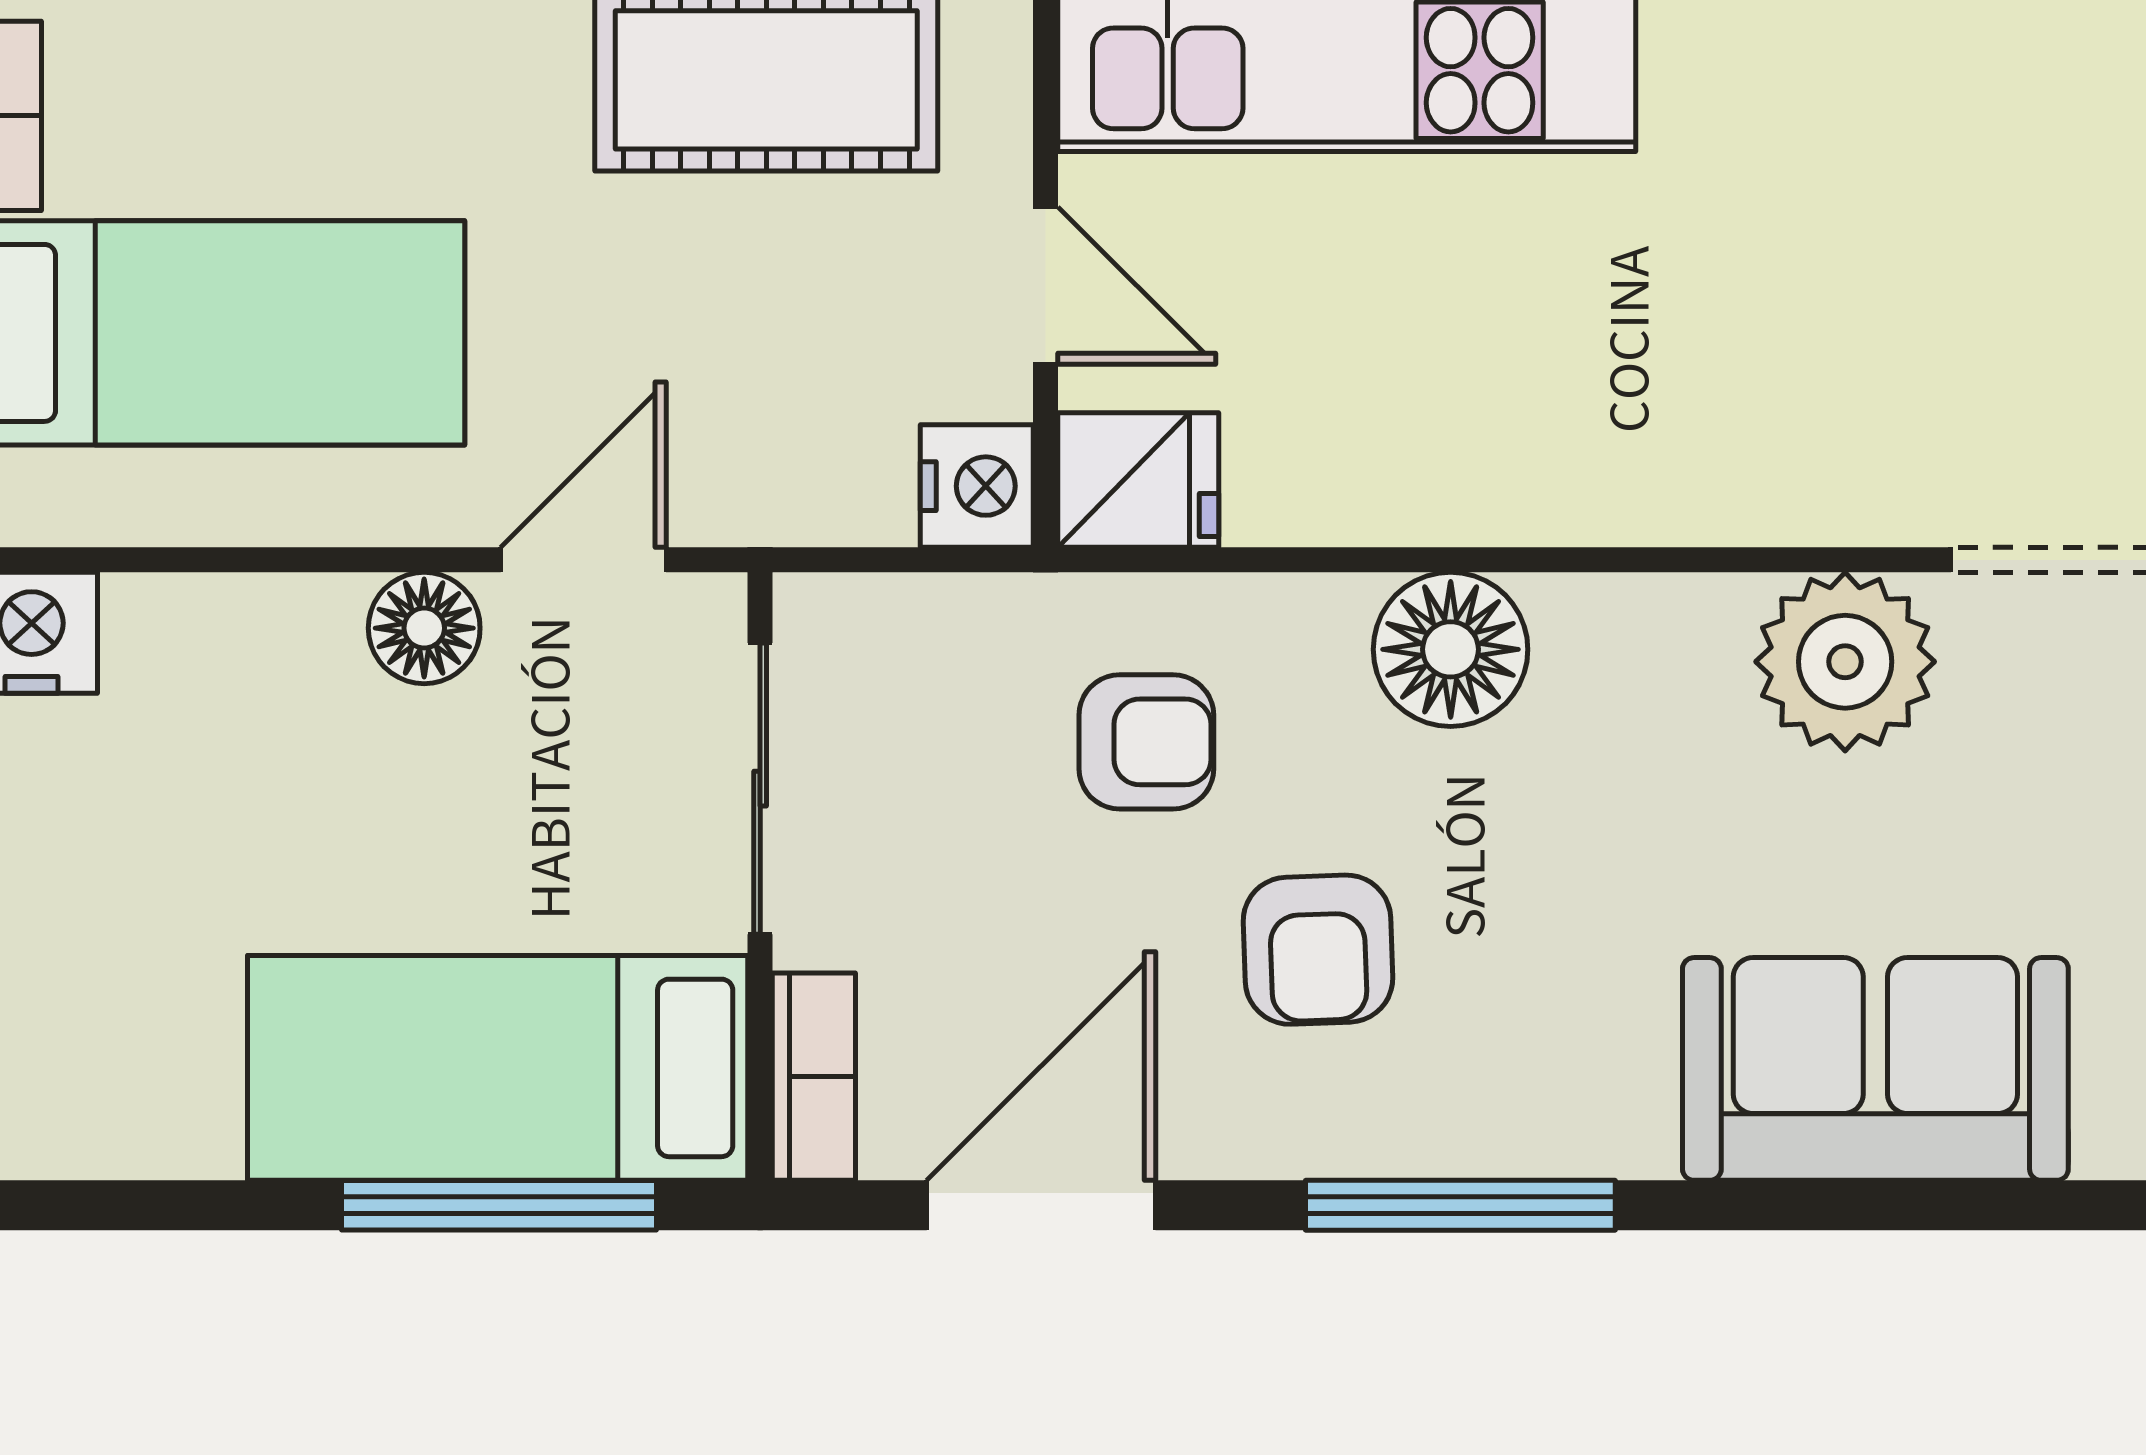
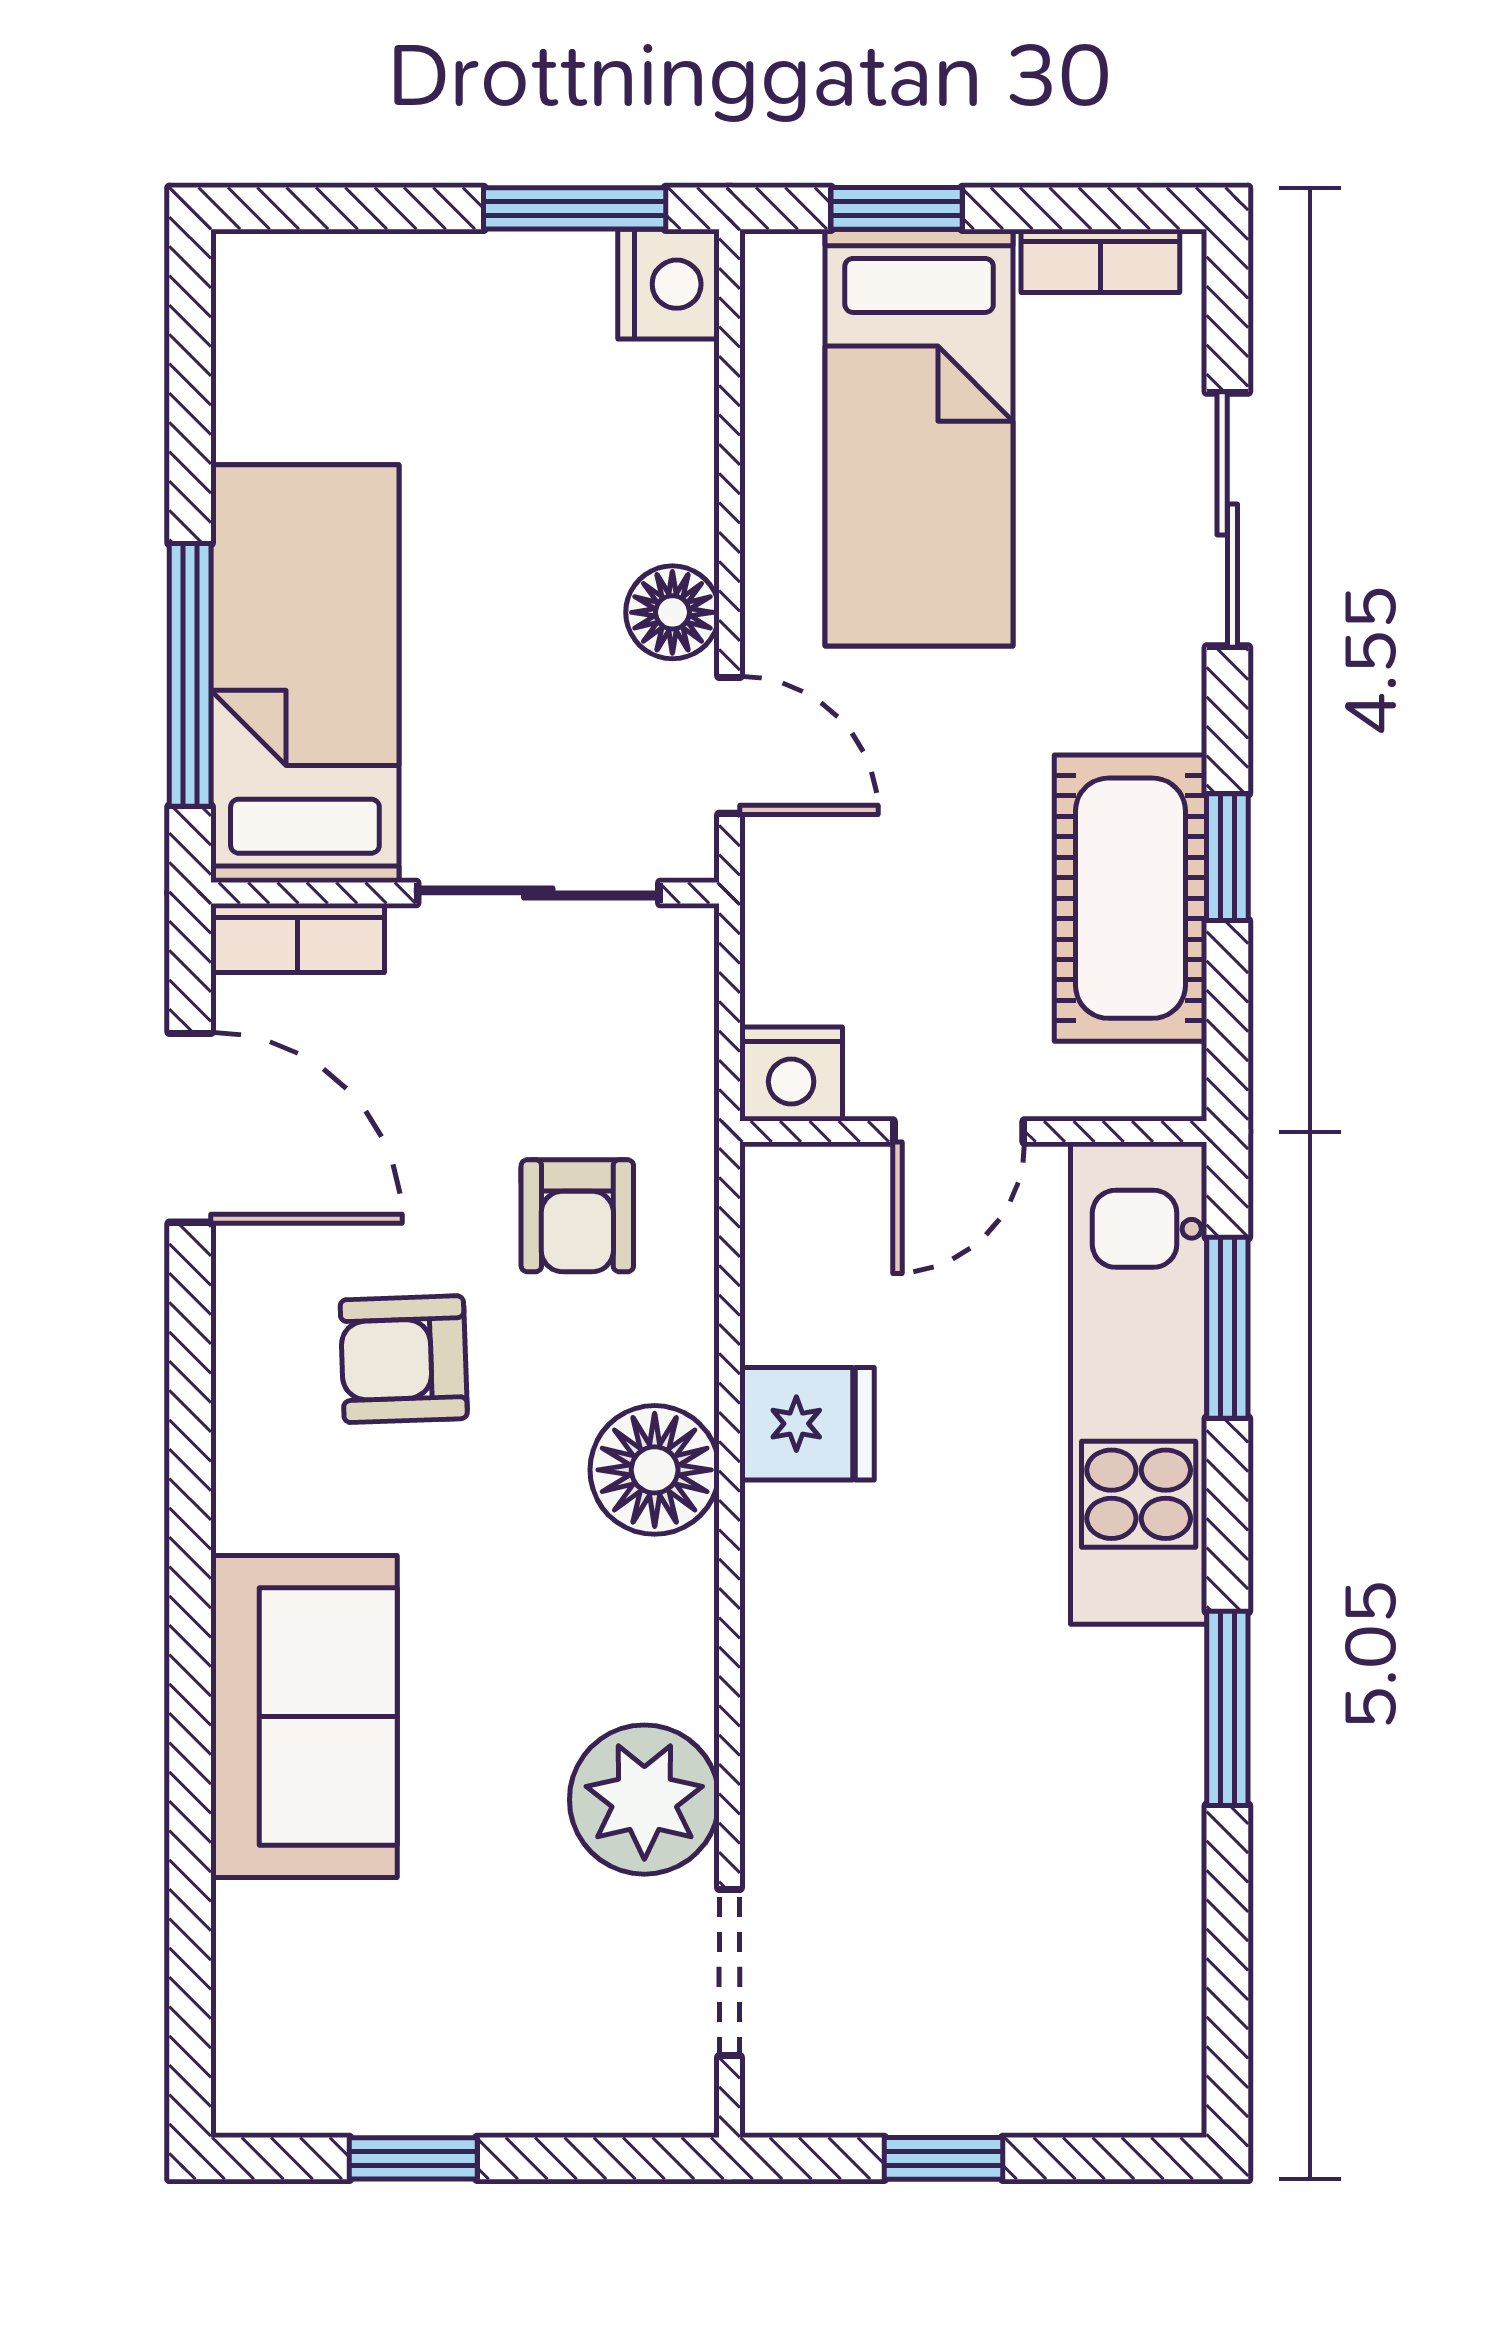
fridge: (1138, 480) -> (807, 1424), moved, turned -90
sofa: (1875, 1069) -> (304, 1716), moved
window: (1460, 1205) -> (190, 1478), removed

